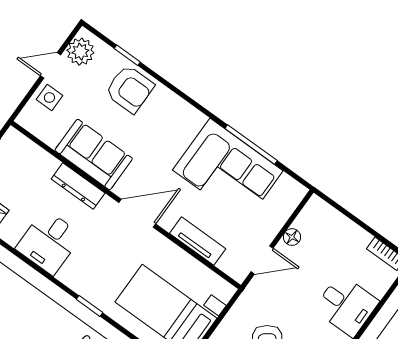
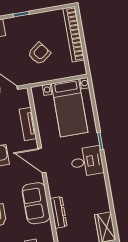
dresser: (78, 186) -> (58, 212), moved
desk: (49, 242) -> (87, 161), moved

